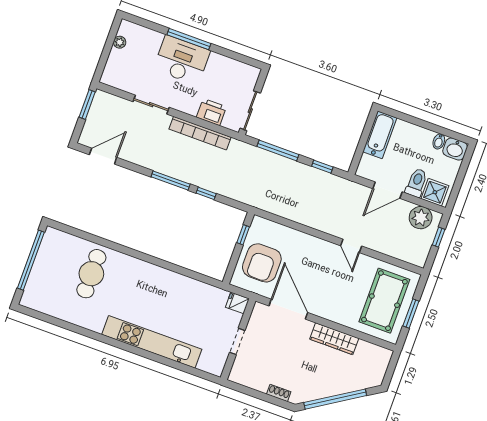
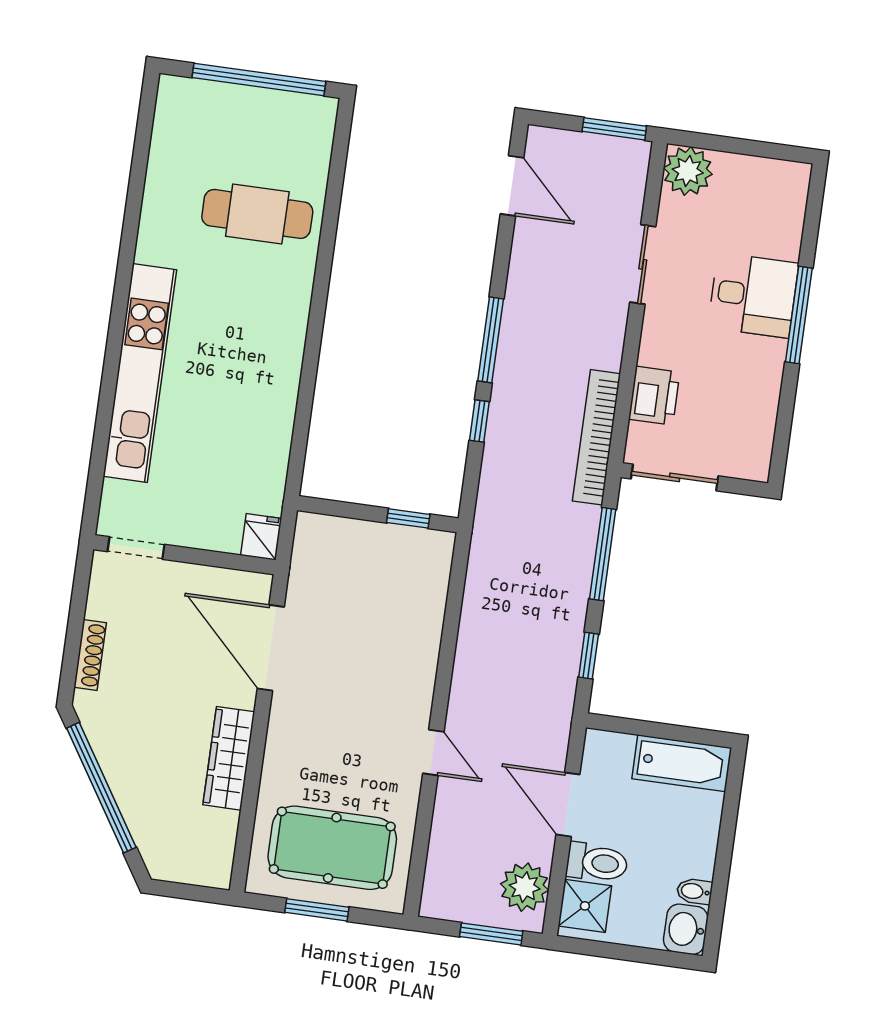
plant: (120, 42) -> (688, 171), moved, width x1.88, depth x1.88
desk: (182, 60) -> (753, 295), width x0.73
bookcase: (200, 133) -> (597, 437), moved
window: (439, 237) -> (491, 934), width x1.50
door: (351, 246) -> (433, 752), swing flipped
armchair: (262, 263) -> (357, 571), removed
door: (288, 309) -> (271, 648), swing flipped
doorway: (237, 341) -> (136, 548), moved
shoe rack: (279, 393) -> (90, 655), width x1.43

